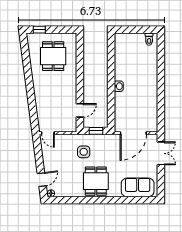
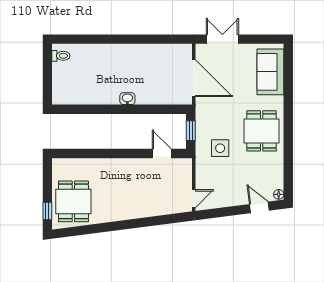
dining table: (53, 56) -> (73, 201), moved, turned 90
dining table: (96, 181) -> (262, 131), turned 90

